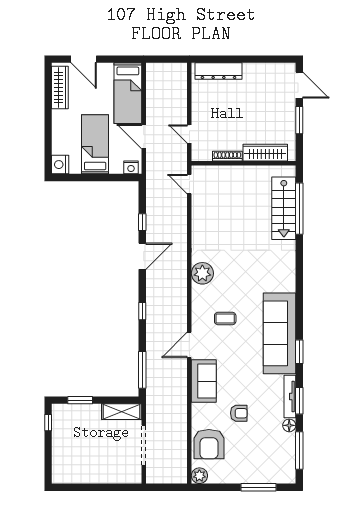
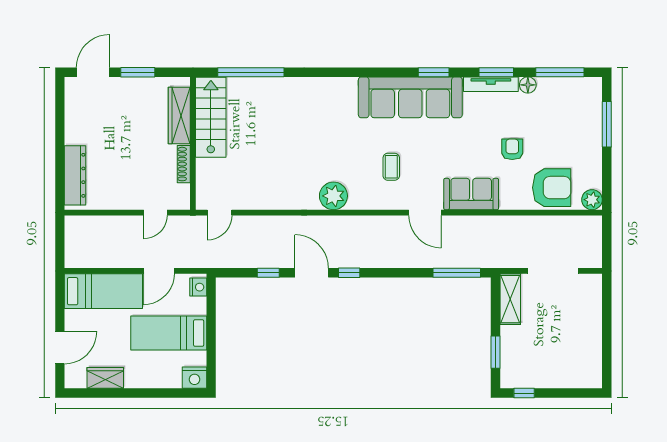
wardrobe: (60, 88) -> (105, 378), width x0.67
stairs: (284, 208) -> (211, 117), moved, turned -90
window: (142, 311) -> (349, 273), moved

